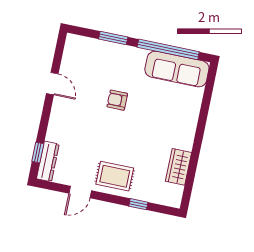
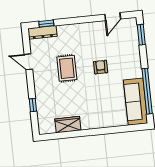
window: (113, 38) -> (141, 35), moved
door: (52, 84) -> (113, 17), moved
rug: (115, 176) -> (67, 68), moved

